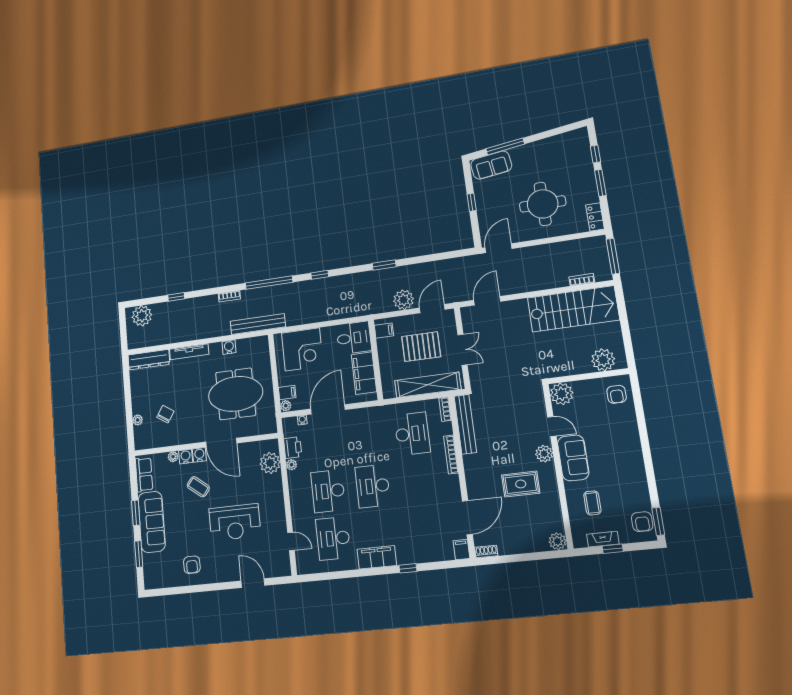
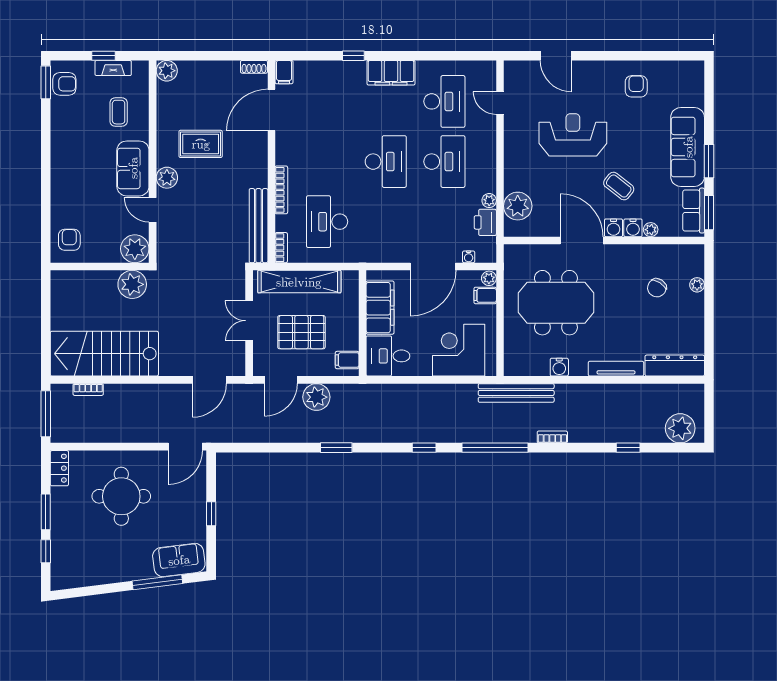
plant: (603, 360) -> (132, 284), moved
armchair: (642, 522) -> (64, 84), turned 90
window: (139, 554) -> (709, 213), moved

